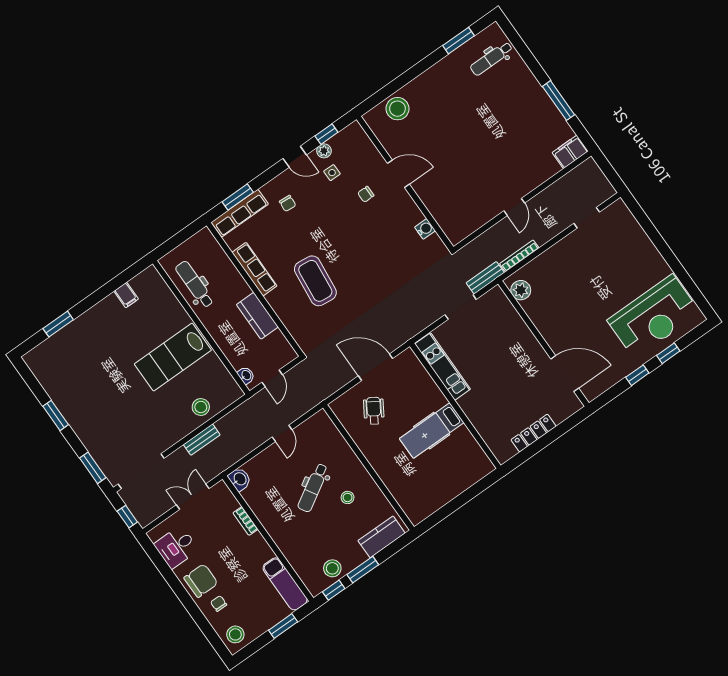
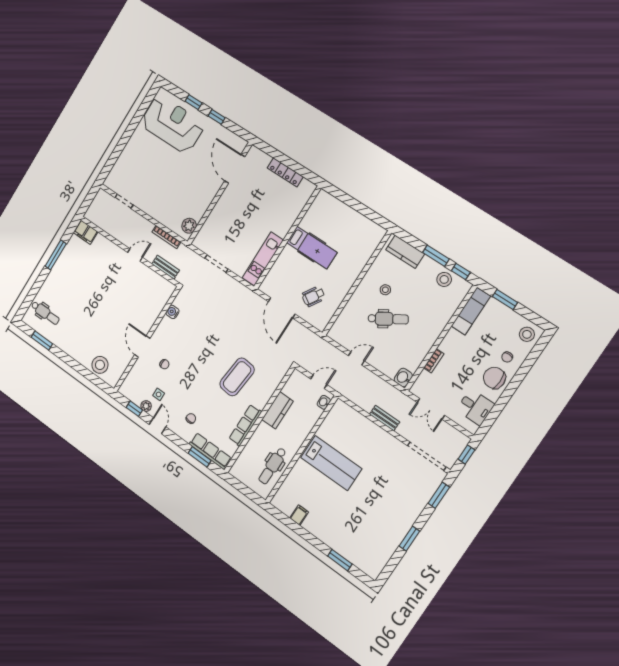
bench: (485, 278) -> (166, 267), moved
stool: (201, 407) -> (360, 428), removed

